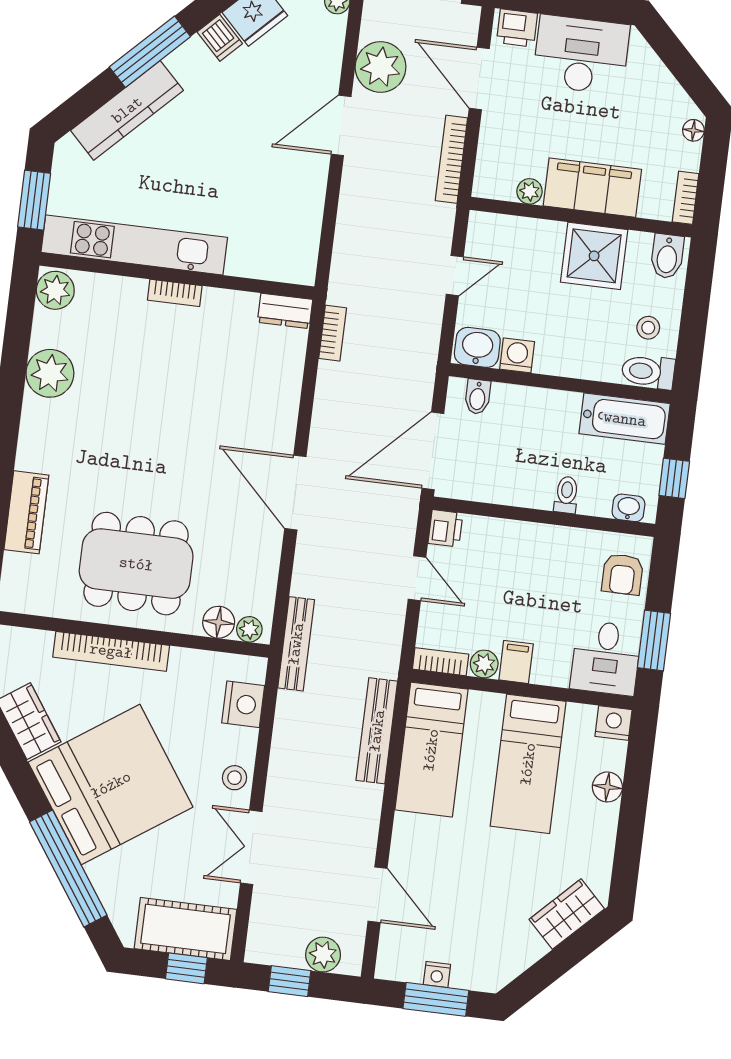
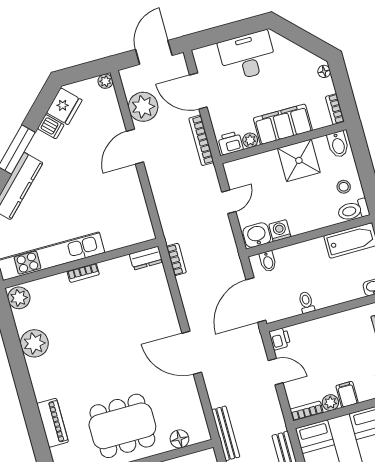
printer: (517, 28) -> (231, 143), moved, turned 180
toilet: (566, 495) -> (306, 302), moved
plant: (249, 629) -> (197, 436), removed

